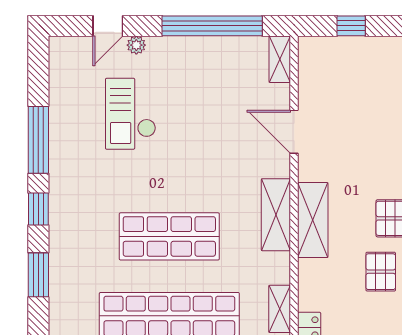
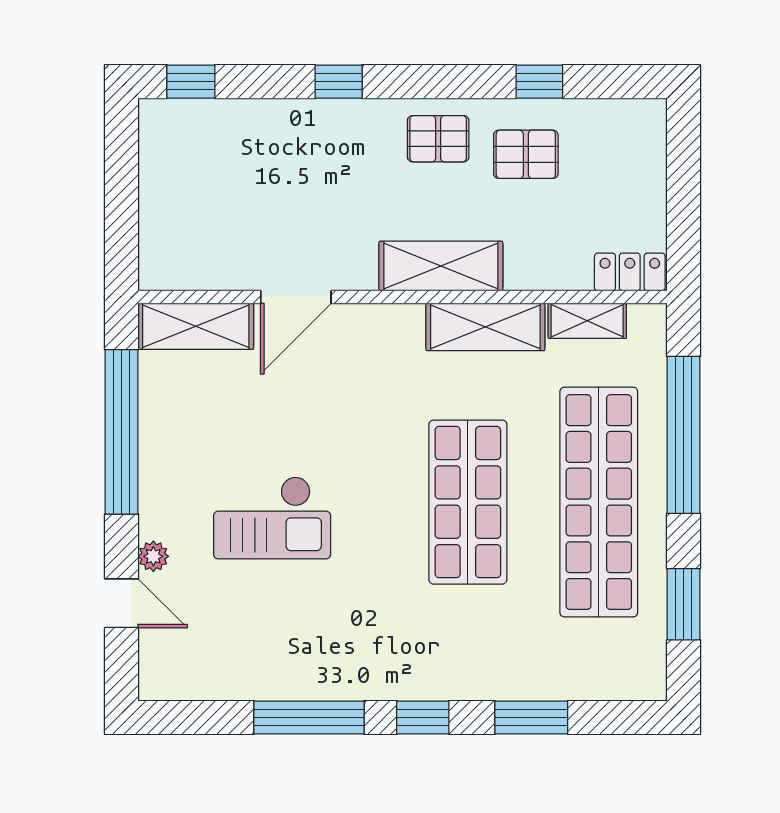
window: (351, 26) -> (121, 203), removed
shelving: (280, 59) -> (196, 326), width x1.50, depth x1.33
checkout: (131, 114) -> (272, 518), moved
shelving: (276, 215) -> (485, 327), moved

